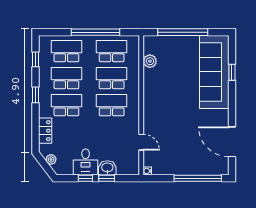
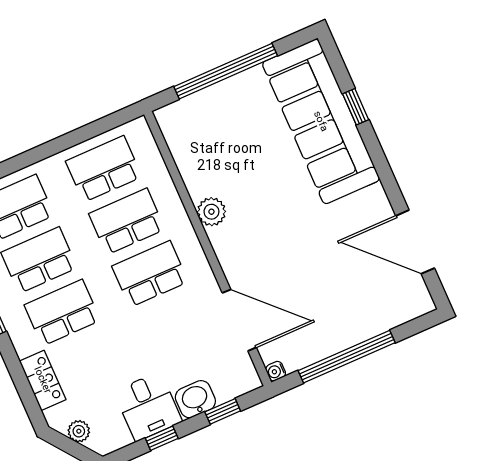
window: (96, 32) -> (56, 146), removed
plant: (150, 61) -> (211, 212), moved
door: (141, 142) -> (239, 320), width x1.87
window: (107, 178) -> (223, 411), moved
window: (198, 178) -> (347, 357), moved

